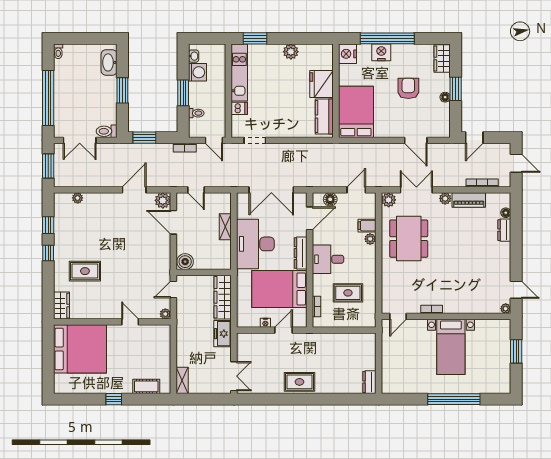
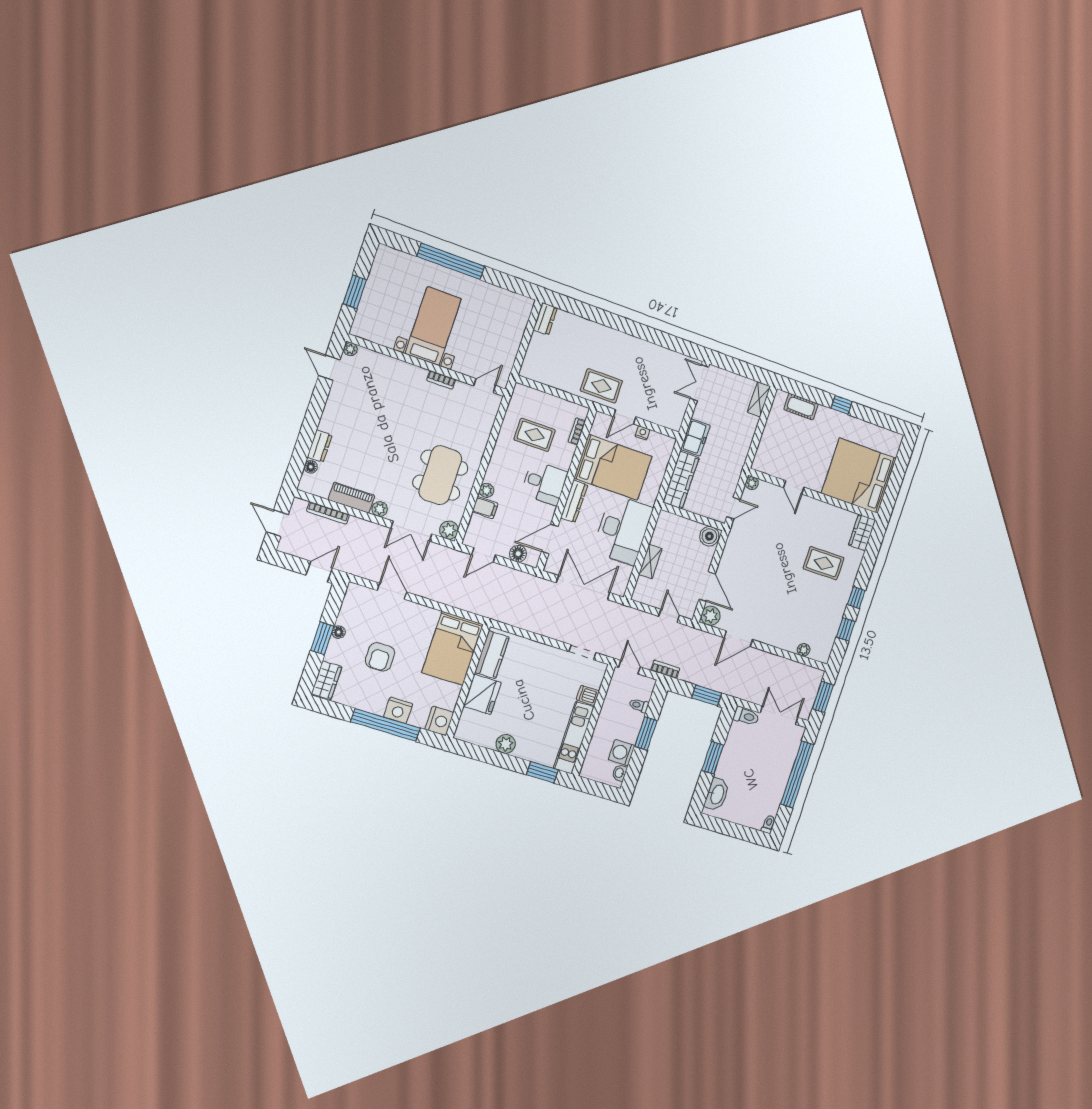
rug: (299, 382) -> (601, 386), moved

